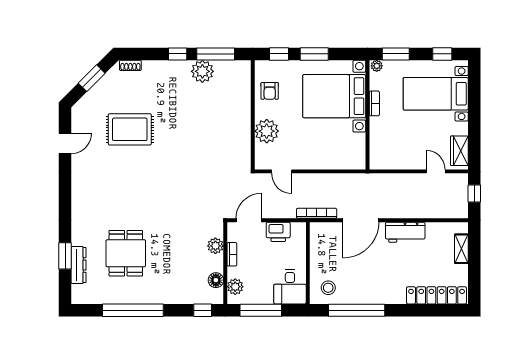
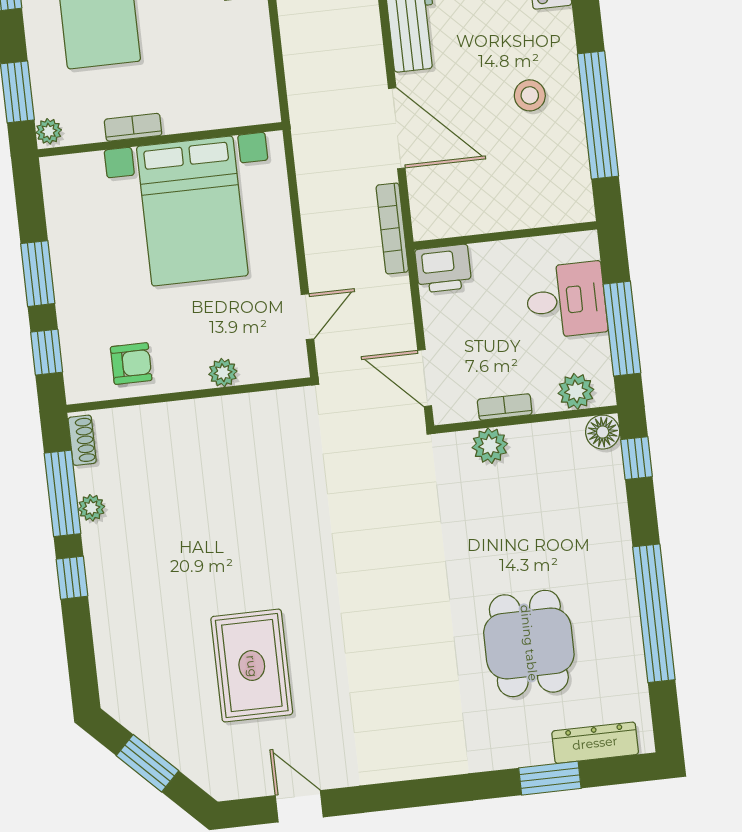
shoe rack: (130, 65) -> (82, 440), moved
plant: (202, 71) -> (91, 508), width x0.53, depth x0.53
bed with nightstands: (334, 96) -> (192, 211), moved
plant: (267, 131) -> (223, 373), width x0.53, depth x0.53
printer: (278, 232) -> (443, 269), moved, turned 90
dining table: (126, 253) -> (529, 643), turned 90
dresser: (79, 265) -> (595, 743), moved
floor lamp: (216, 280) -> (603, 432), moved
desk: (290, 287) -> (566, 300), moved
stool: (328, 288) -> (530, 95), moved

